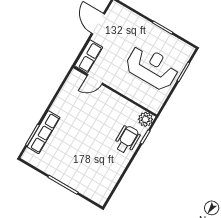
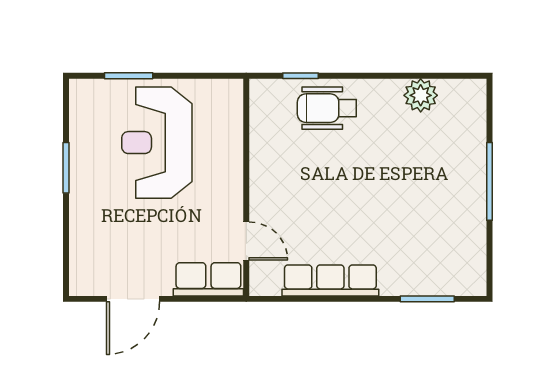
plant: (145, 119) -> (421, 95), moved
row of seats: (43, 132) -> (330, 280), moved

